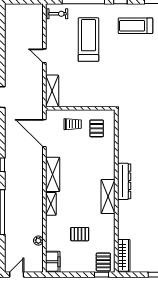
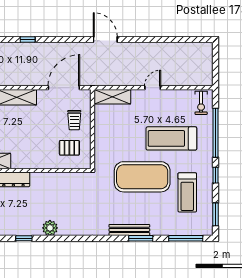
treadmill: (135, 26) -> (187, 192), turned 180
treadmill: (88, 40) -> (171, 138), turned 180
exercise mat: (122, 65) -> (142, 177), added

